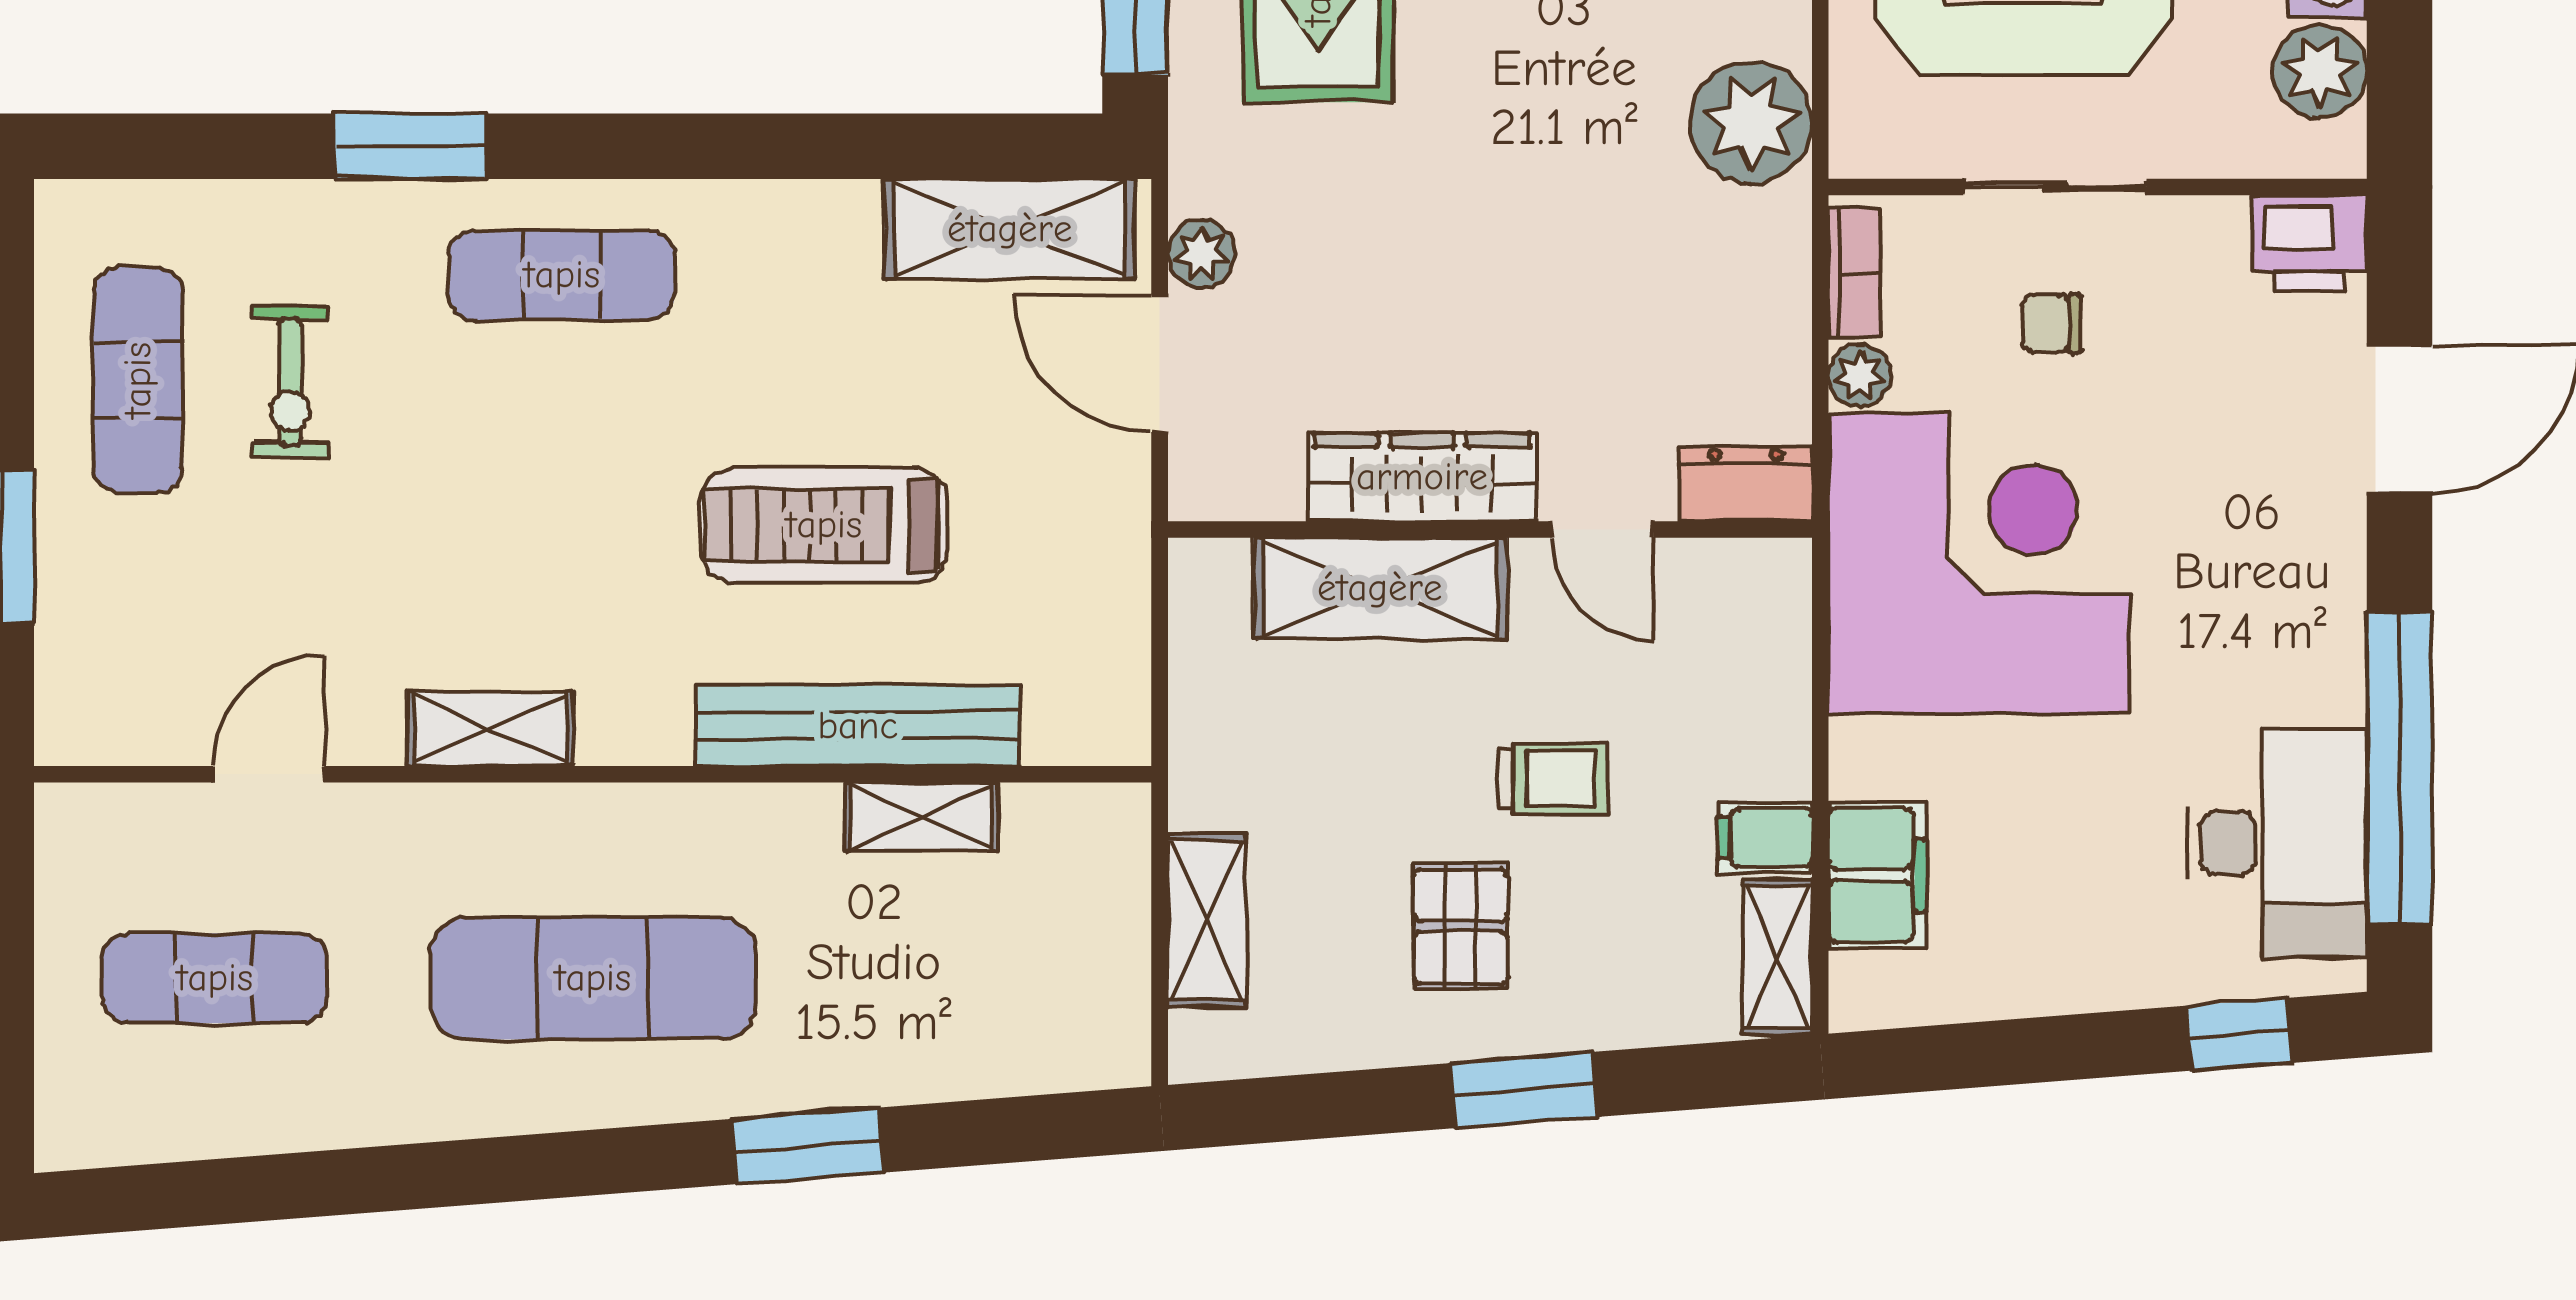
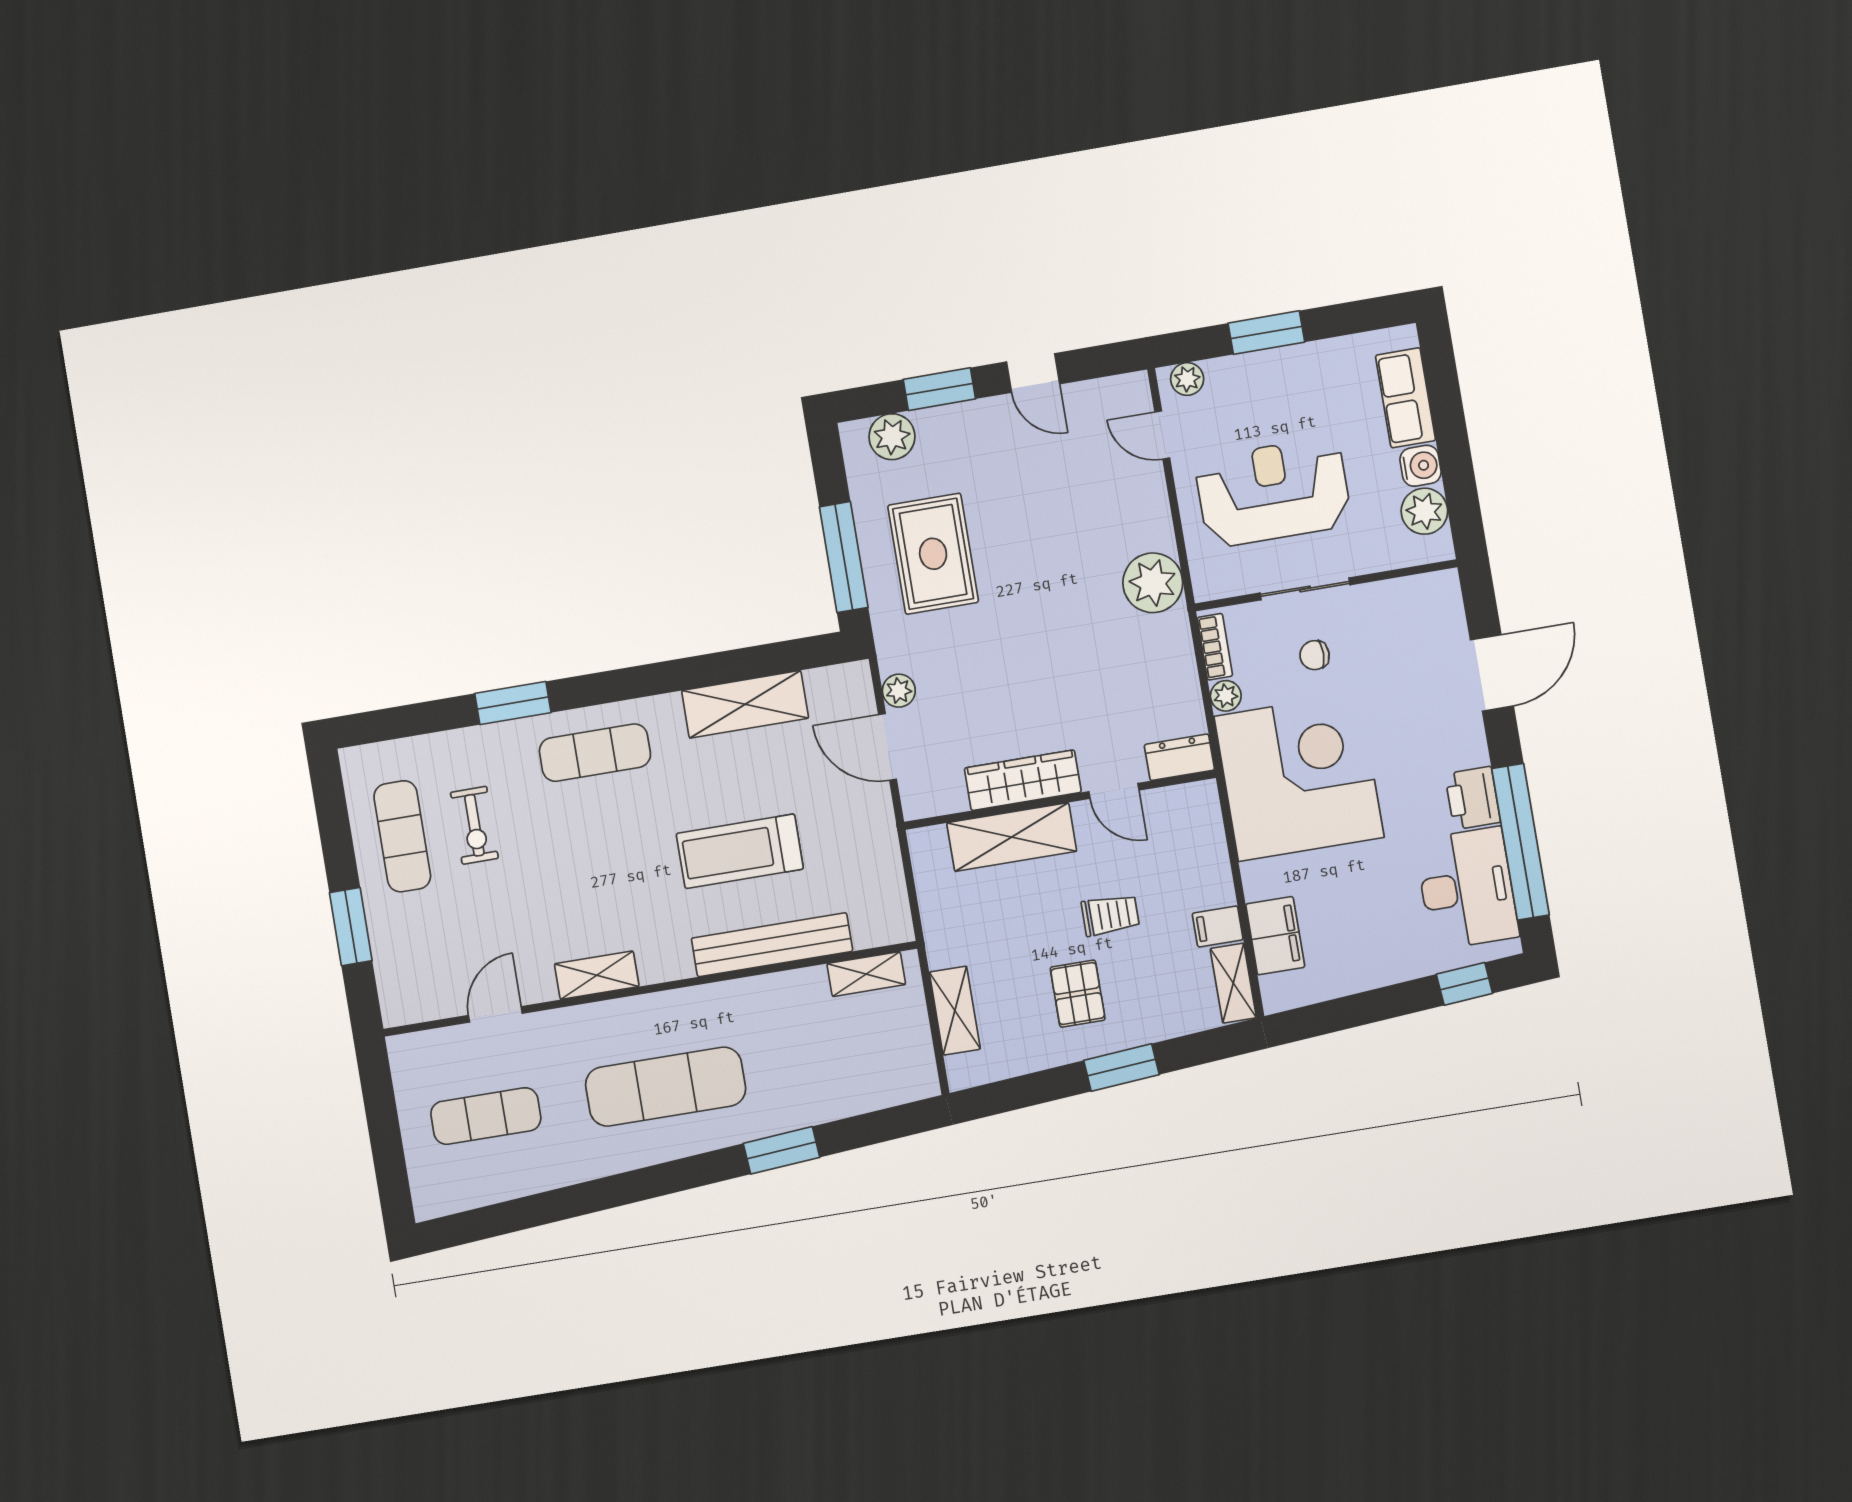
shelving: (1010, 229) -> (745, 704), moved
printer: (2309, 243) -> (1473, 798), moved, turned 90
shelving: (921, 817) -> (866, 974), moved

